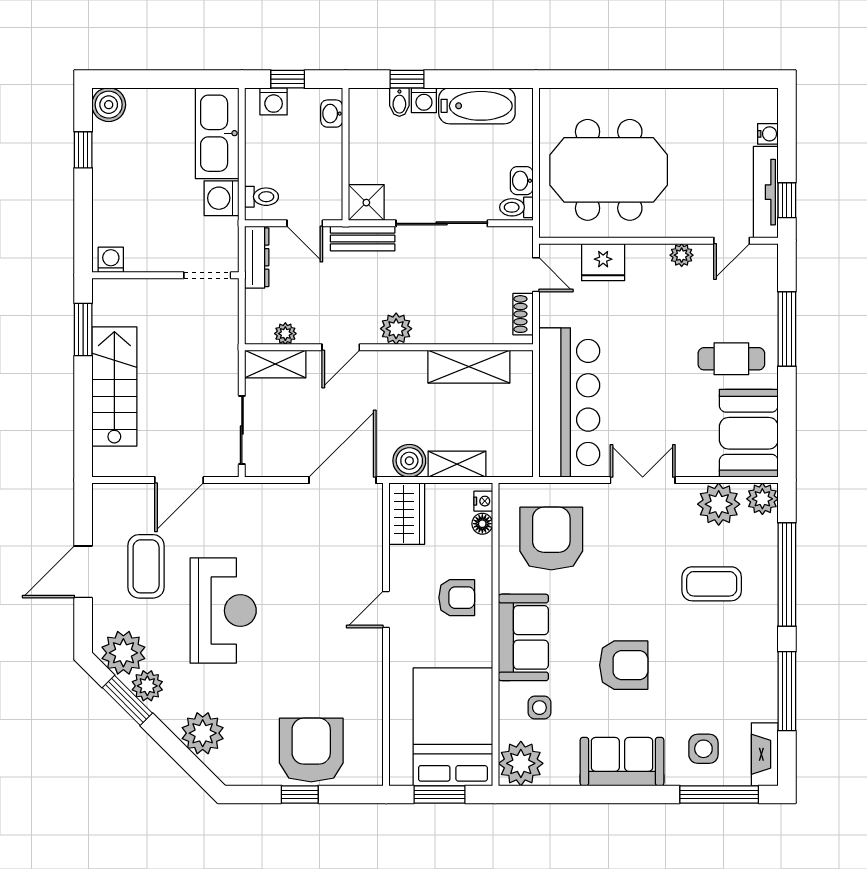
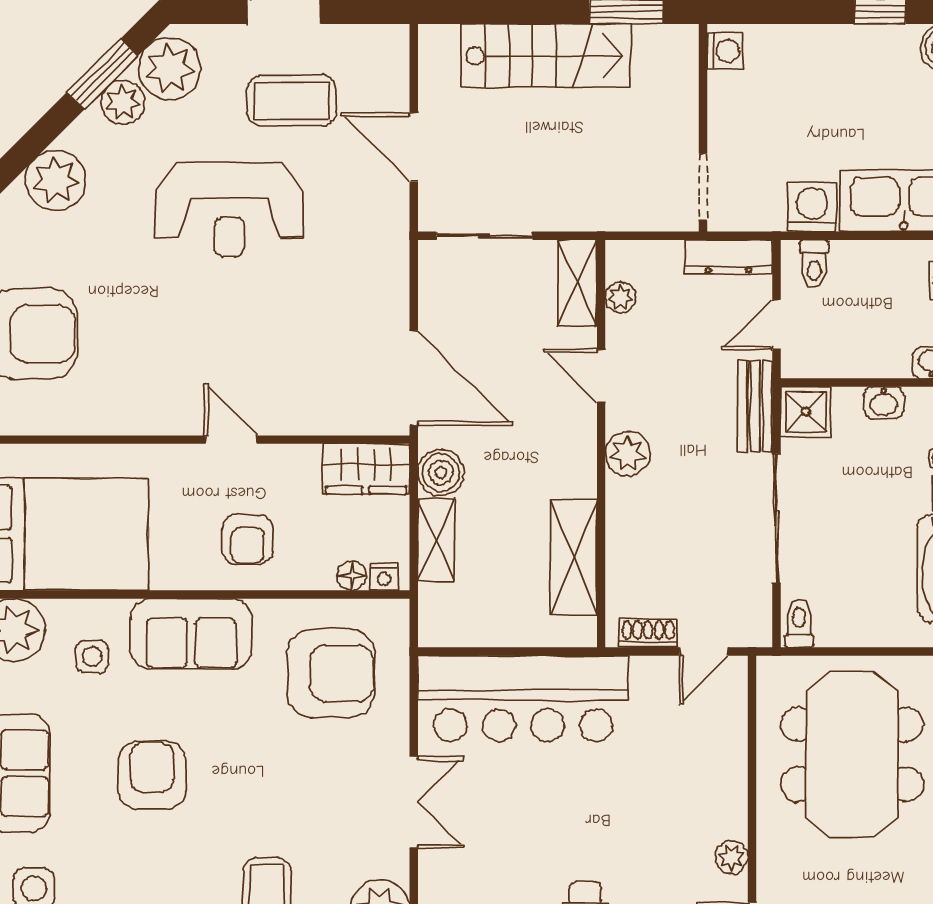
washbasin: (522, 181) -> (884, 403), moved, turned 180
fridge: (603, 262) -> (722, 746), removed
armchair: (624, 665) -> (152, 776), turned 180

